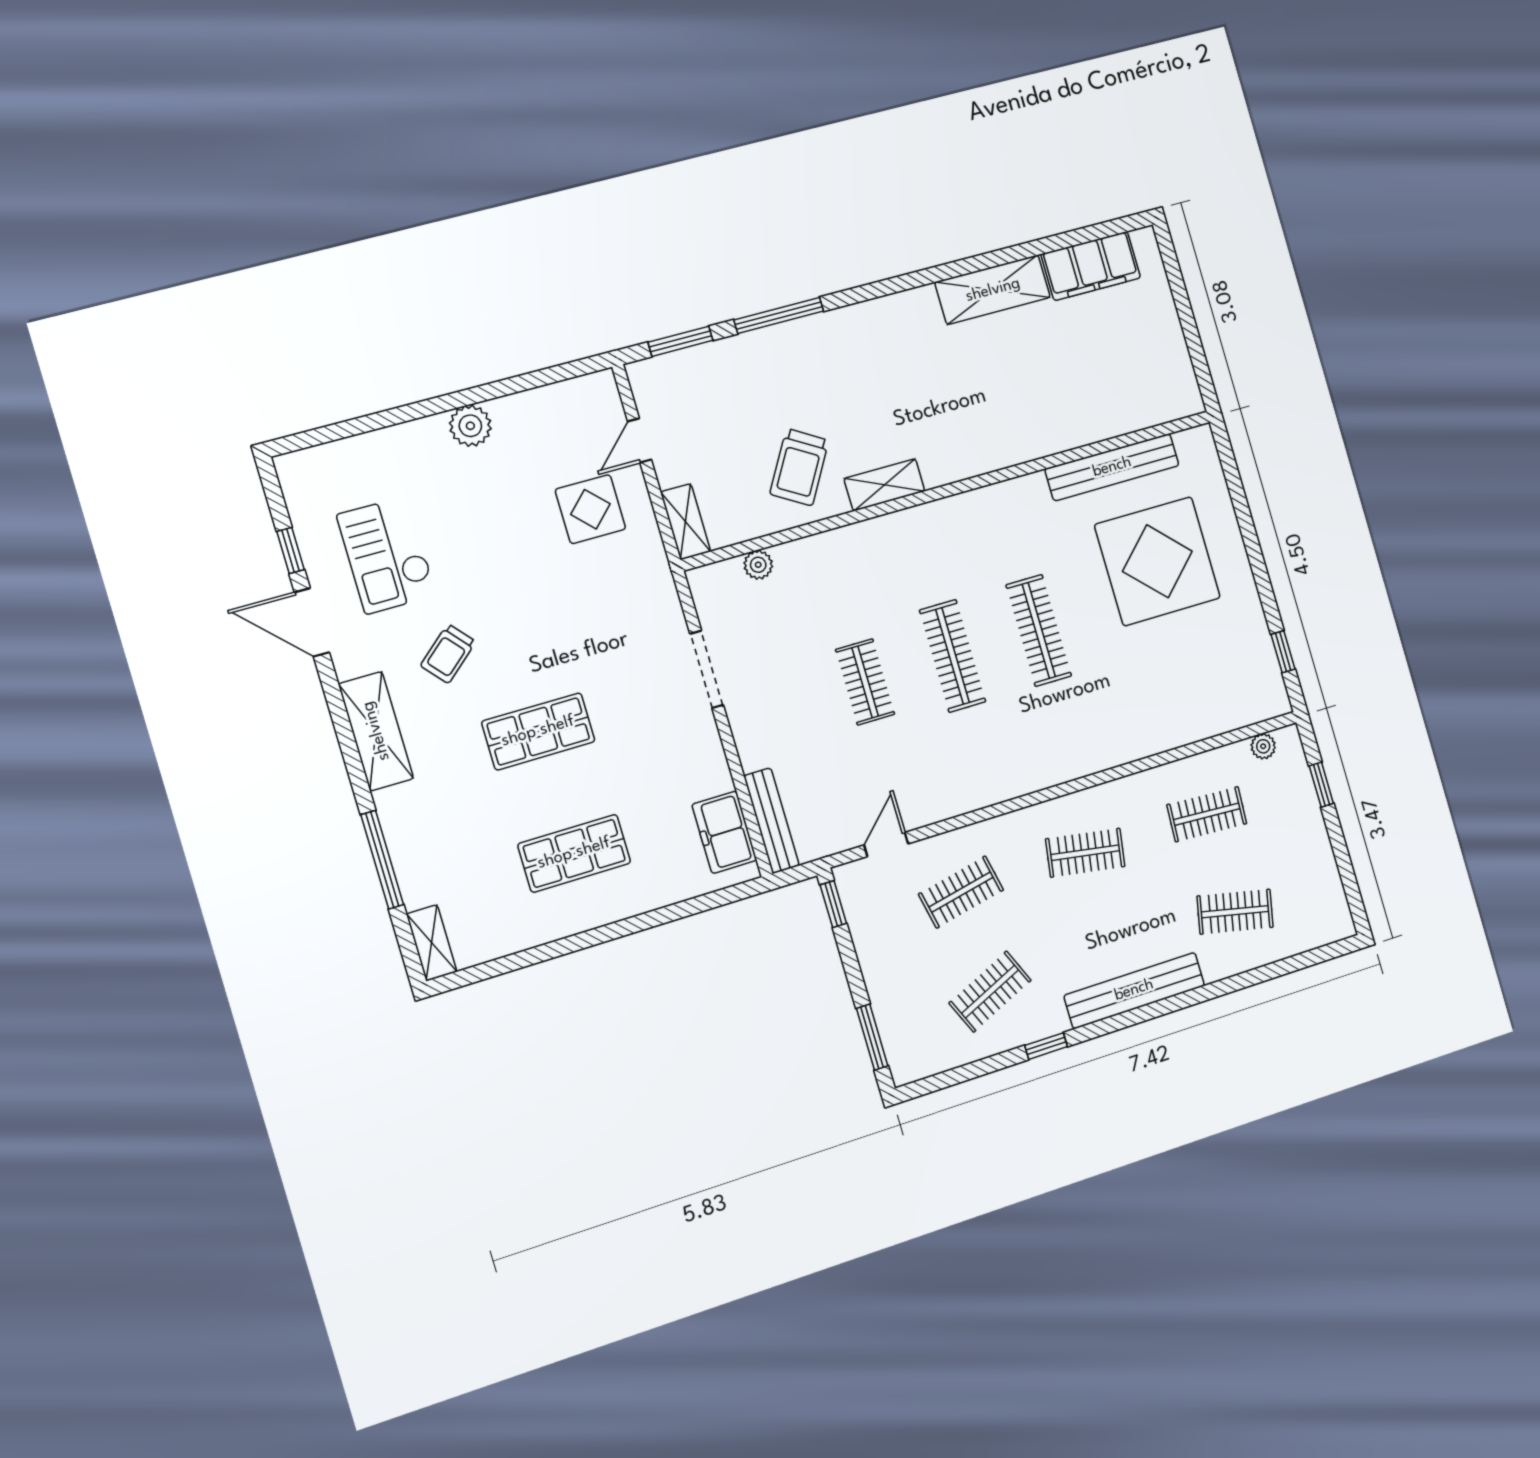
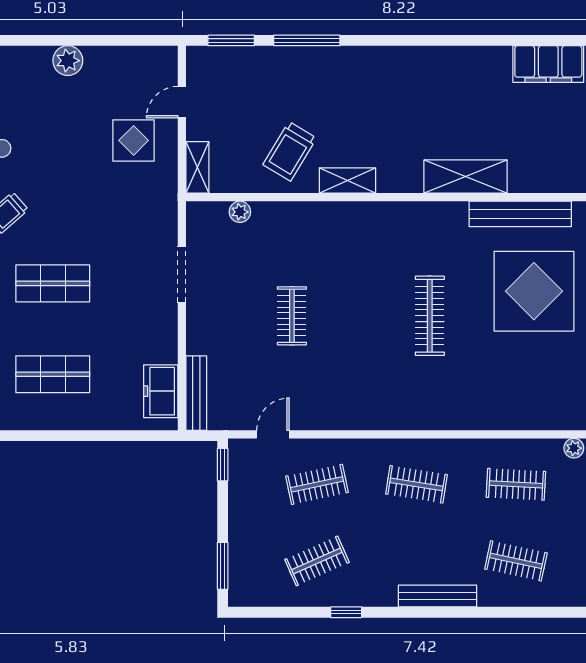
shelving: (993, 290) -> (466, 177), moved
clothes rail: (953, 656) -> (361, 316), removed
bench: (1134, 990) -> (438, 596), width x0.73, depth x0.82

